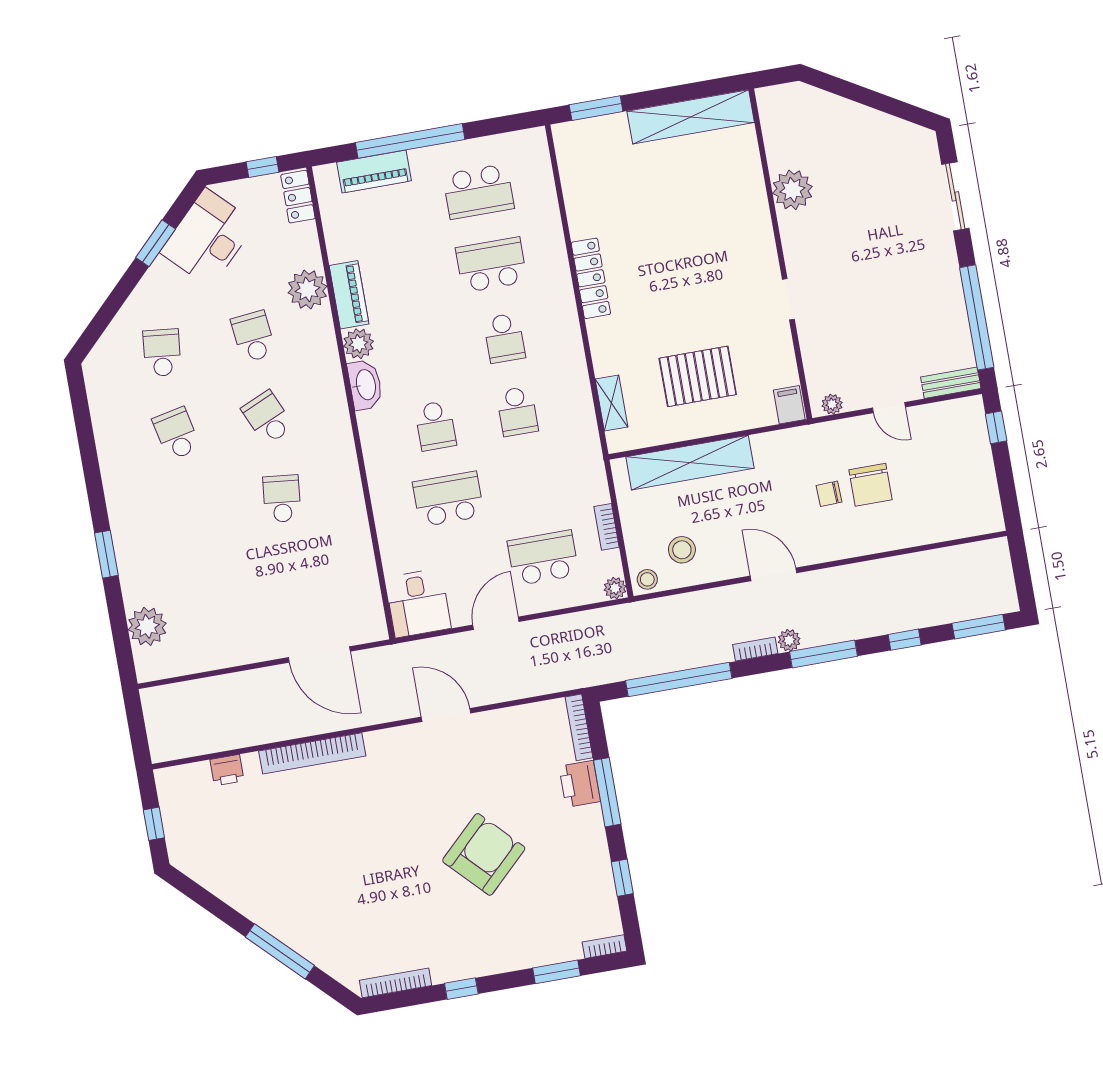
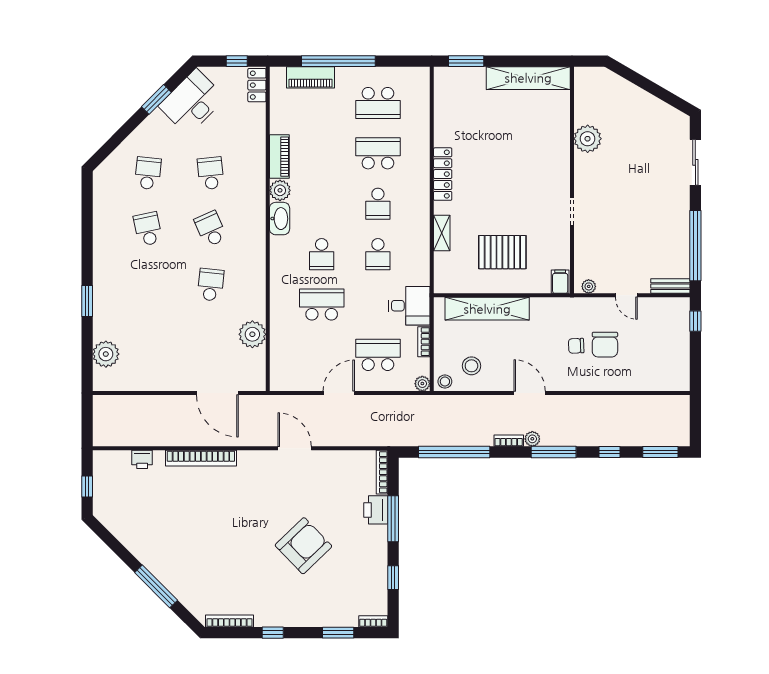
plant: (308, 289) -> (252, 334), moved
shelving: (611, 403) -> (442, 233), moved
desk: (418, 603) -> (409, 306), moved, turned -90

